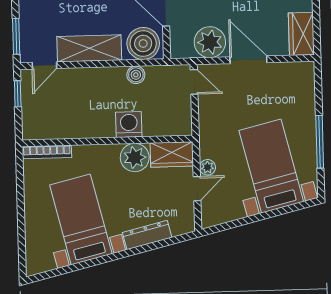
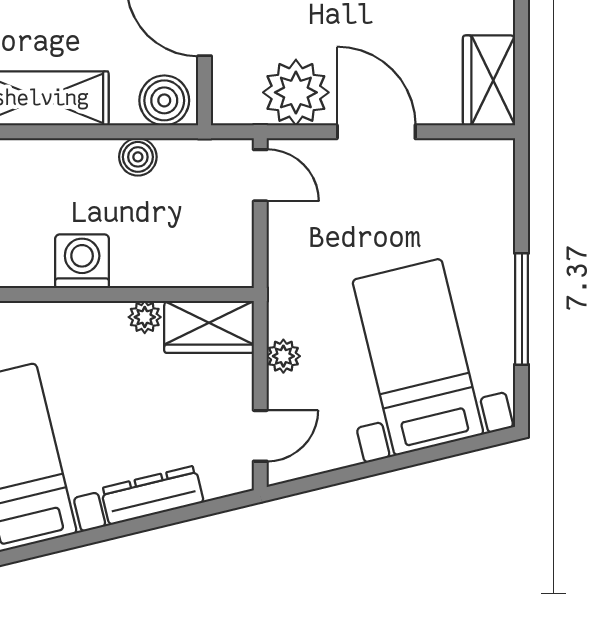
boiler: (143, 43) -> (164, 100), width x0.73, depth x0.73
washing machine: (129, 124) -> (82, 261), moved
plant: (135, 157) -> (145, 317), width x0.53, depth x0.53
door: (197, 189) -> (260, 436), moved

